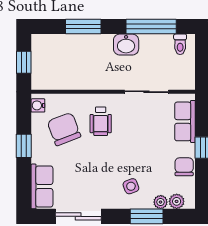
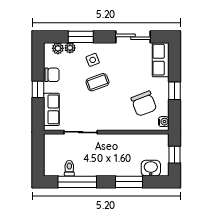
toilet: (180, 44) -> (69, 168), moved
washbasin: (126, 45) -> (151, 168), moved
wheelchair: (101, 121) -> (116, 110), removed
coffee table: (125, 157) -> (97, 82), added
chair: (184, 167) -> (52, 75), turned -90

